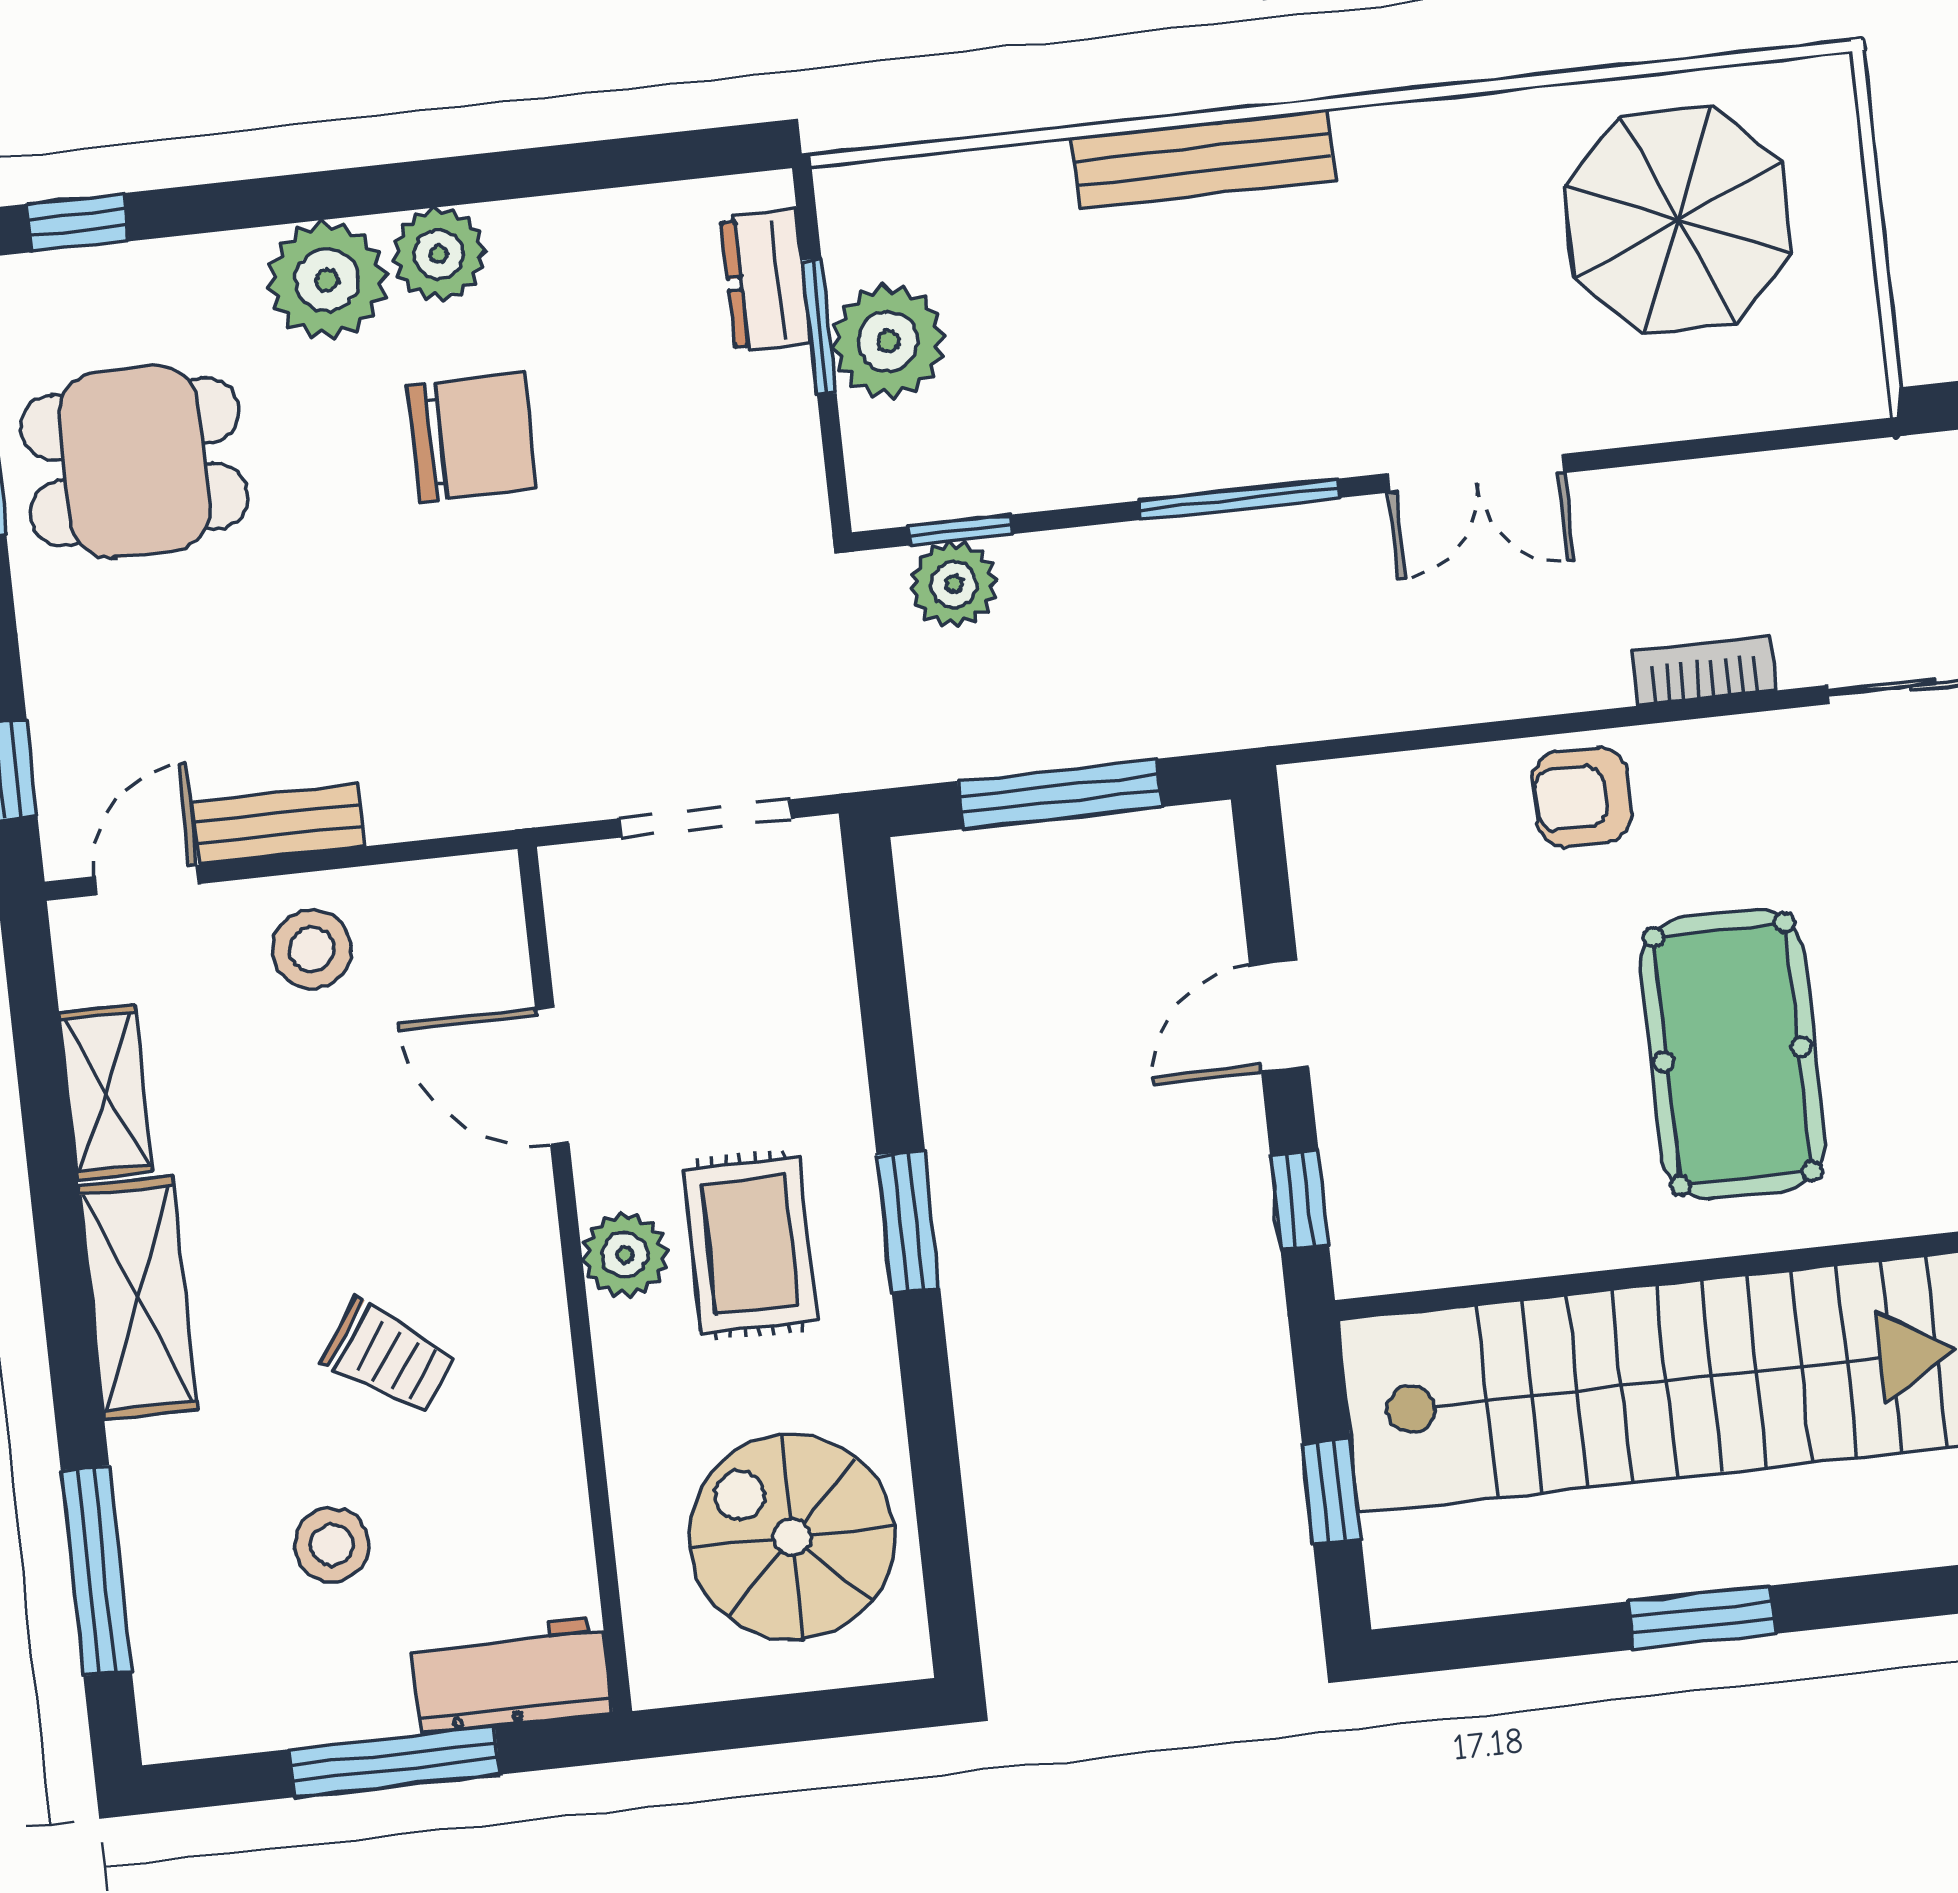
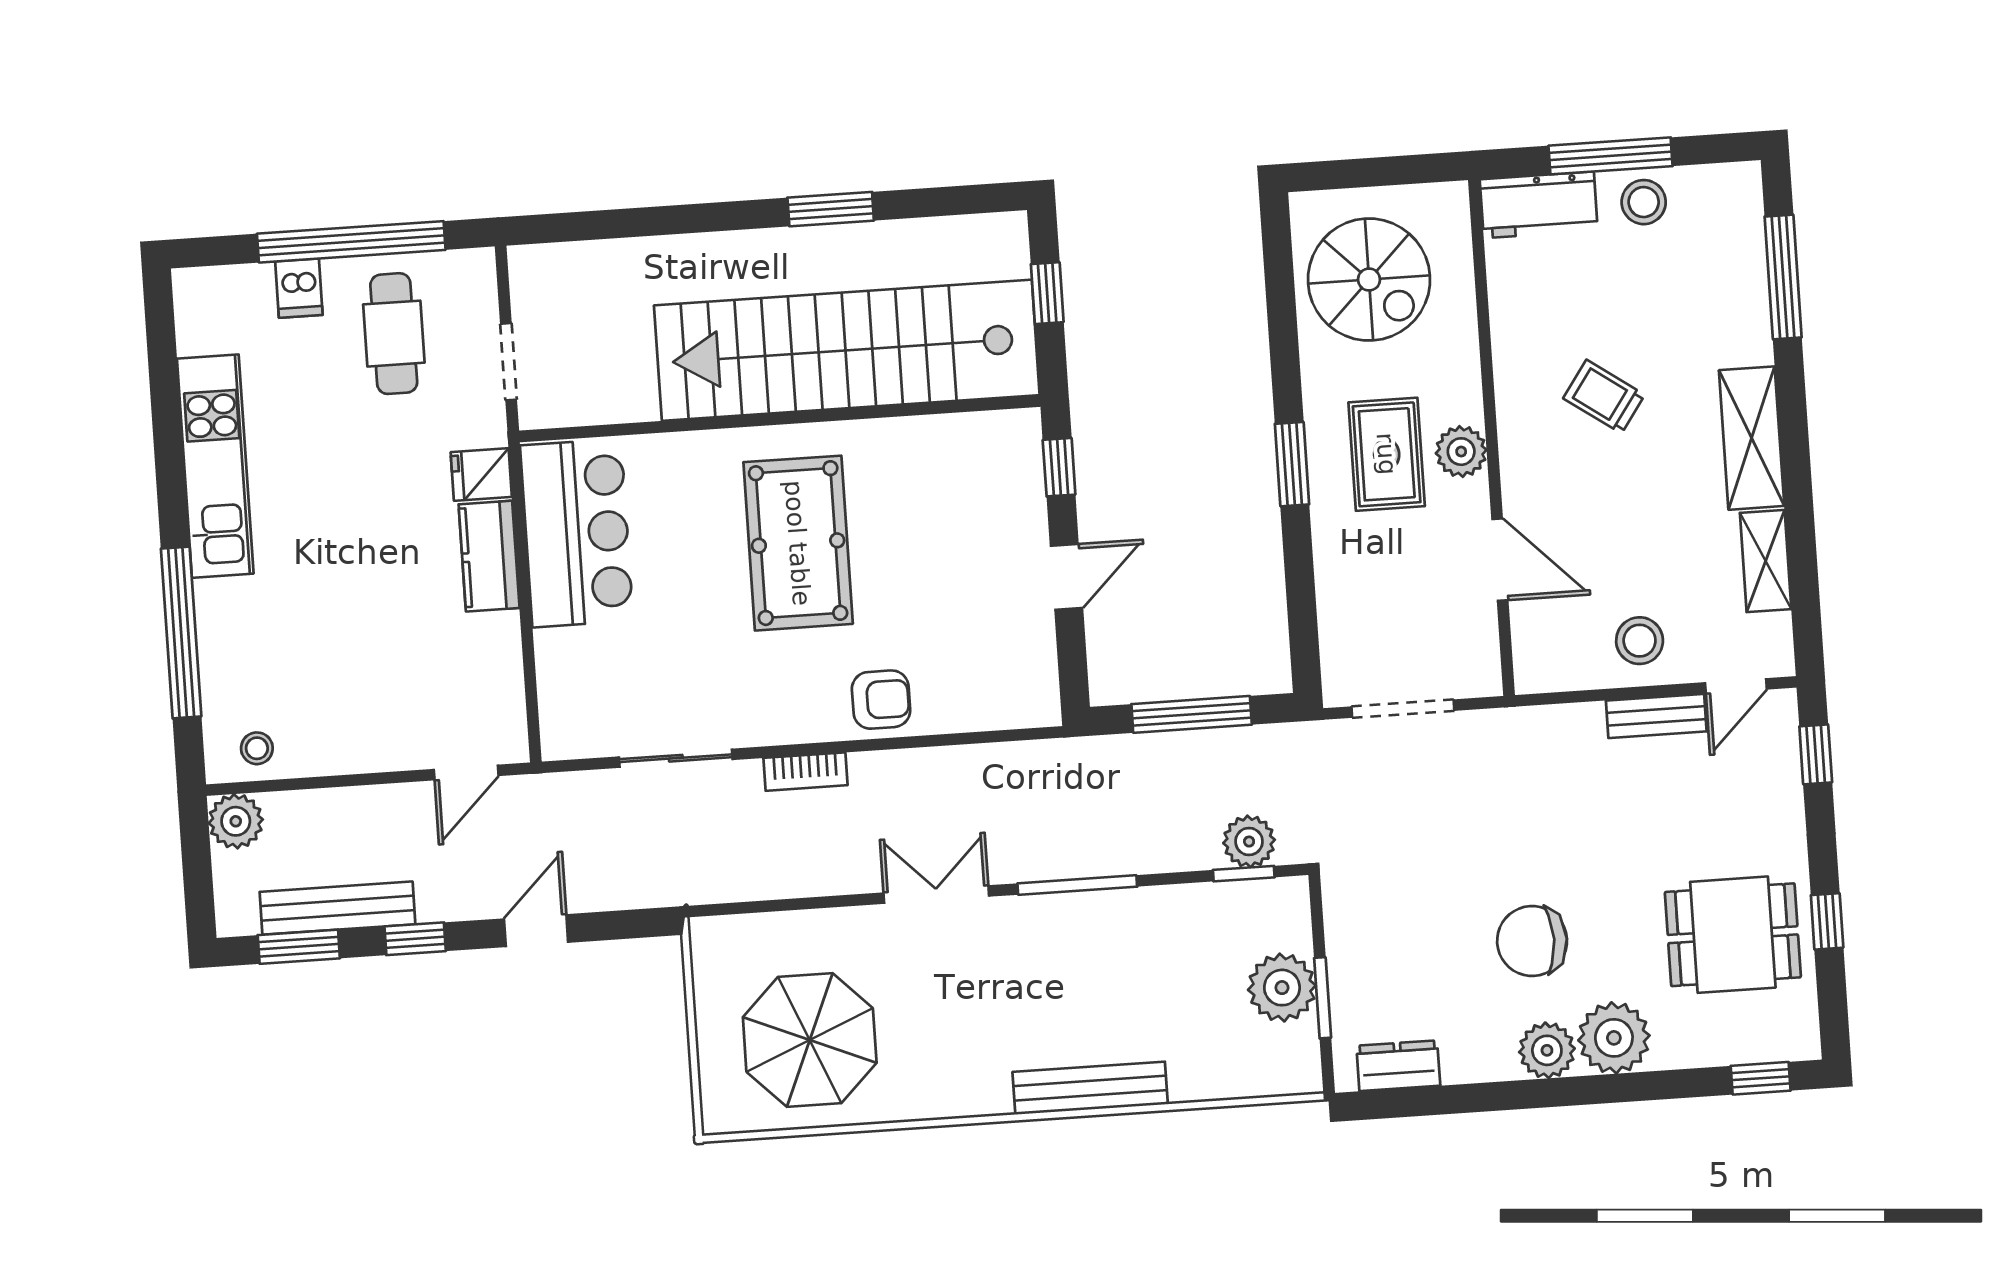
dresser: (766, 281) -> (1398, 1066), moved, turned -90
stool: (332, 1545) -> (1644, 202), moved

